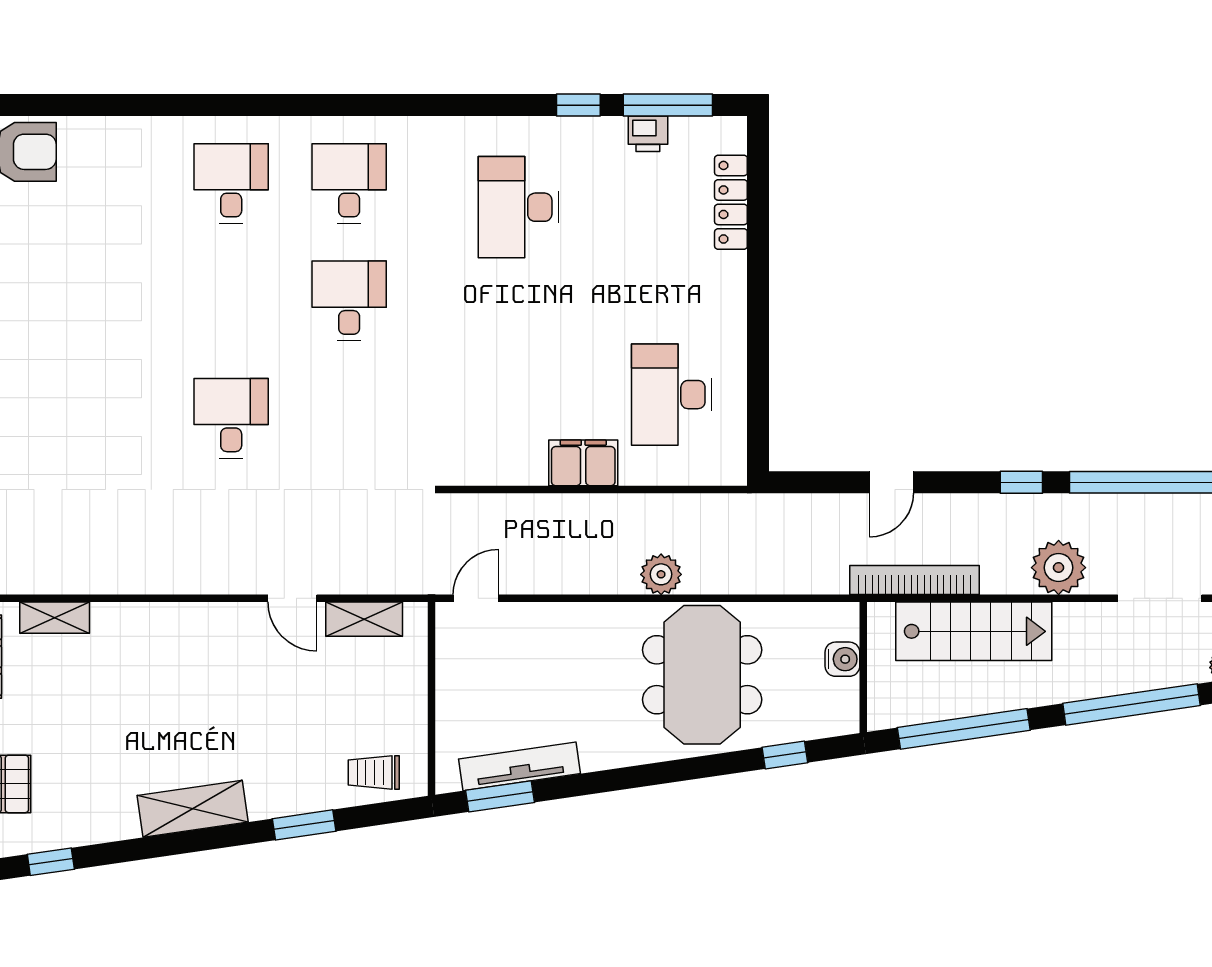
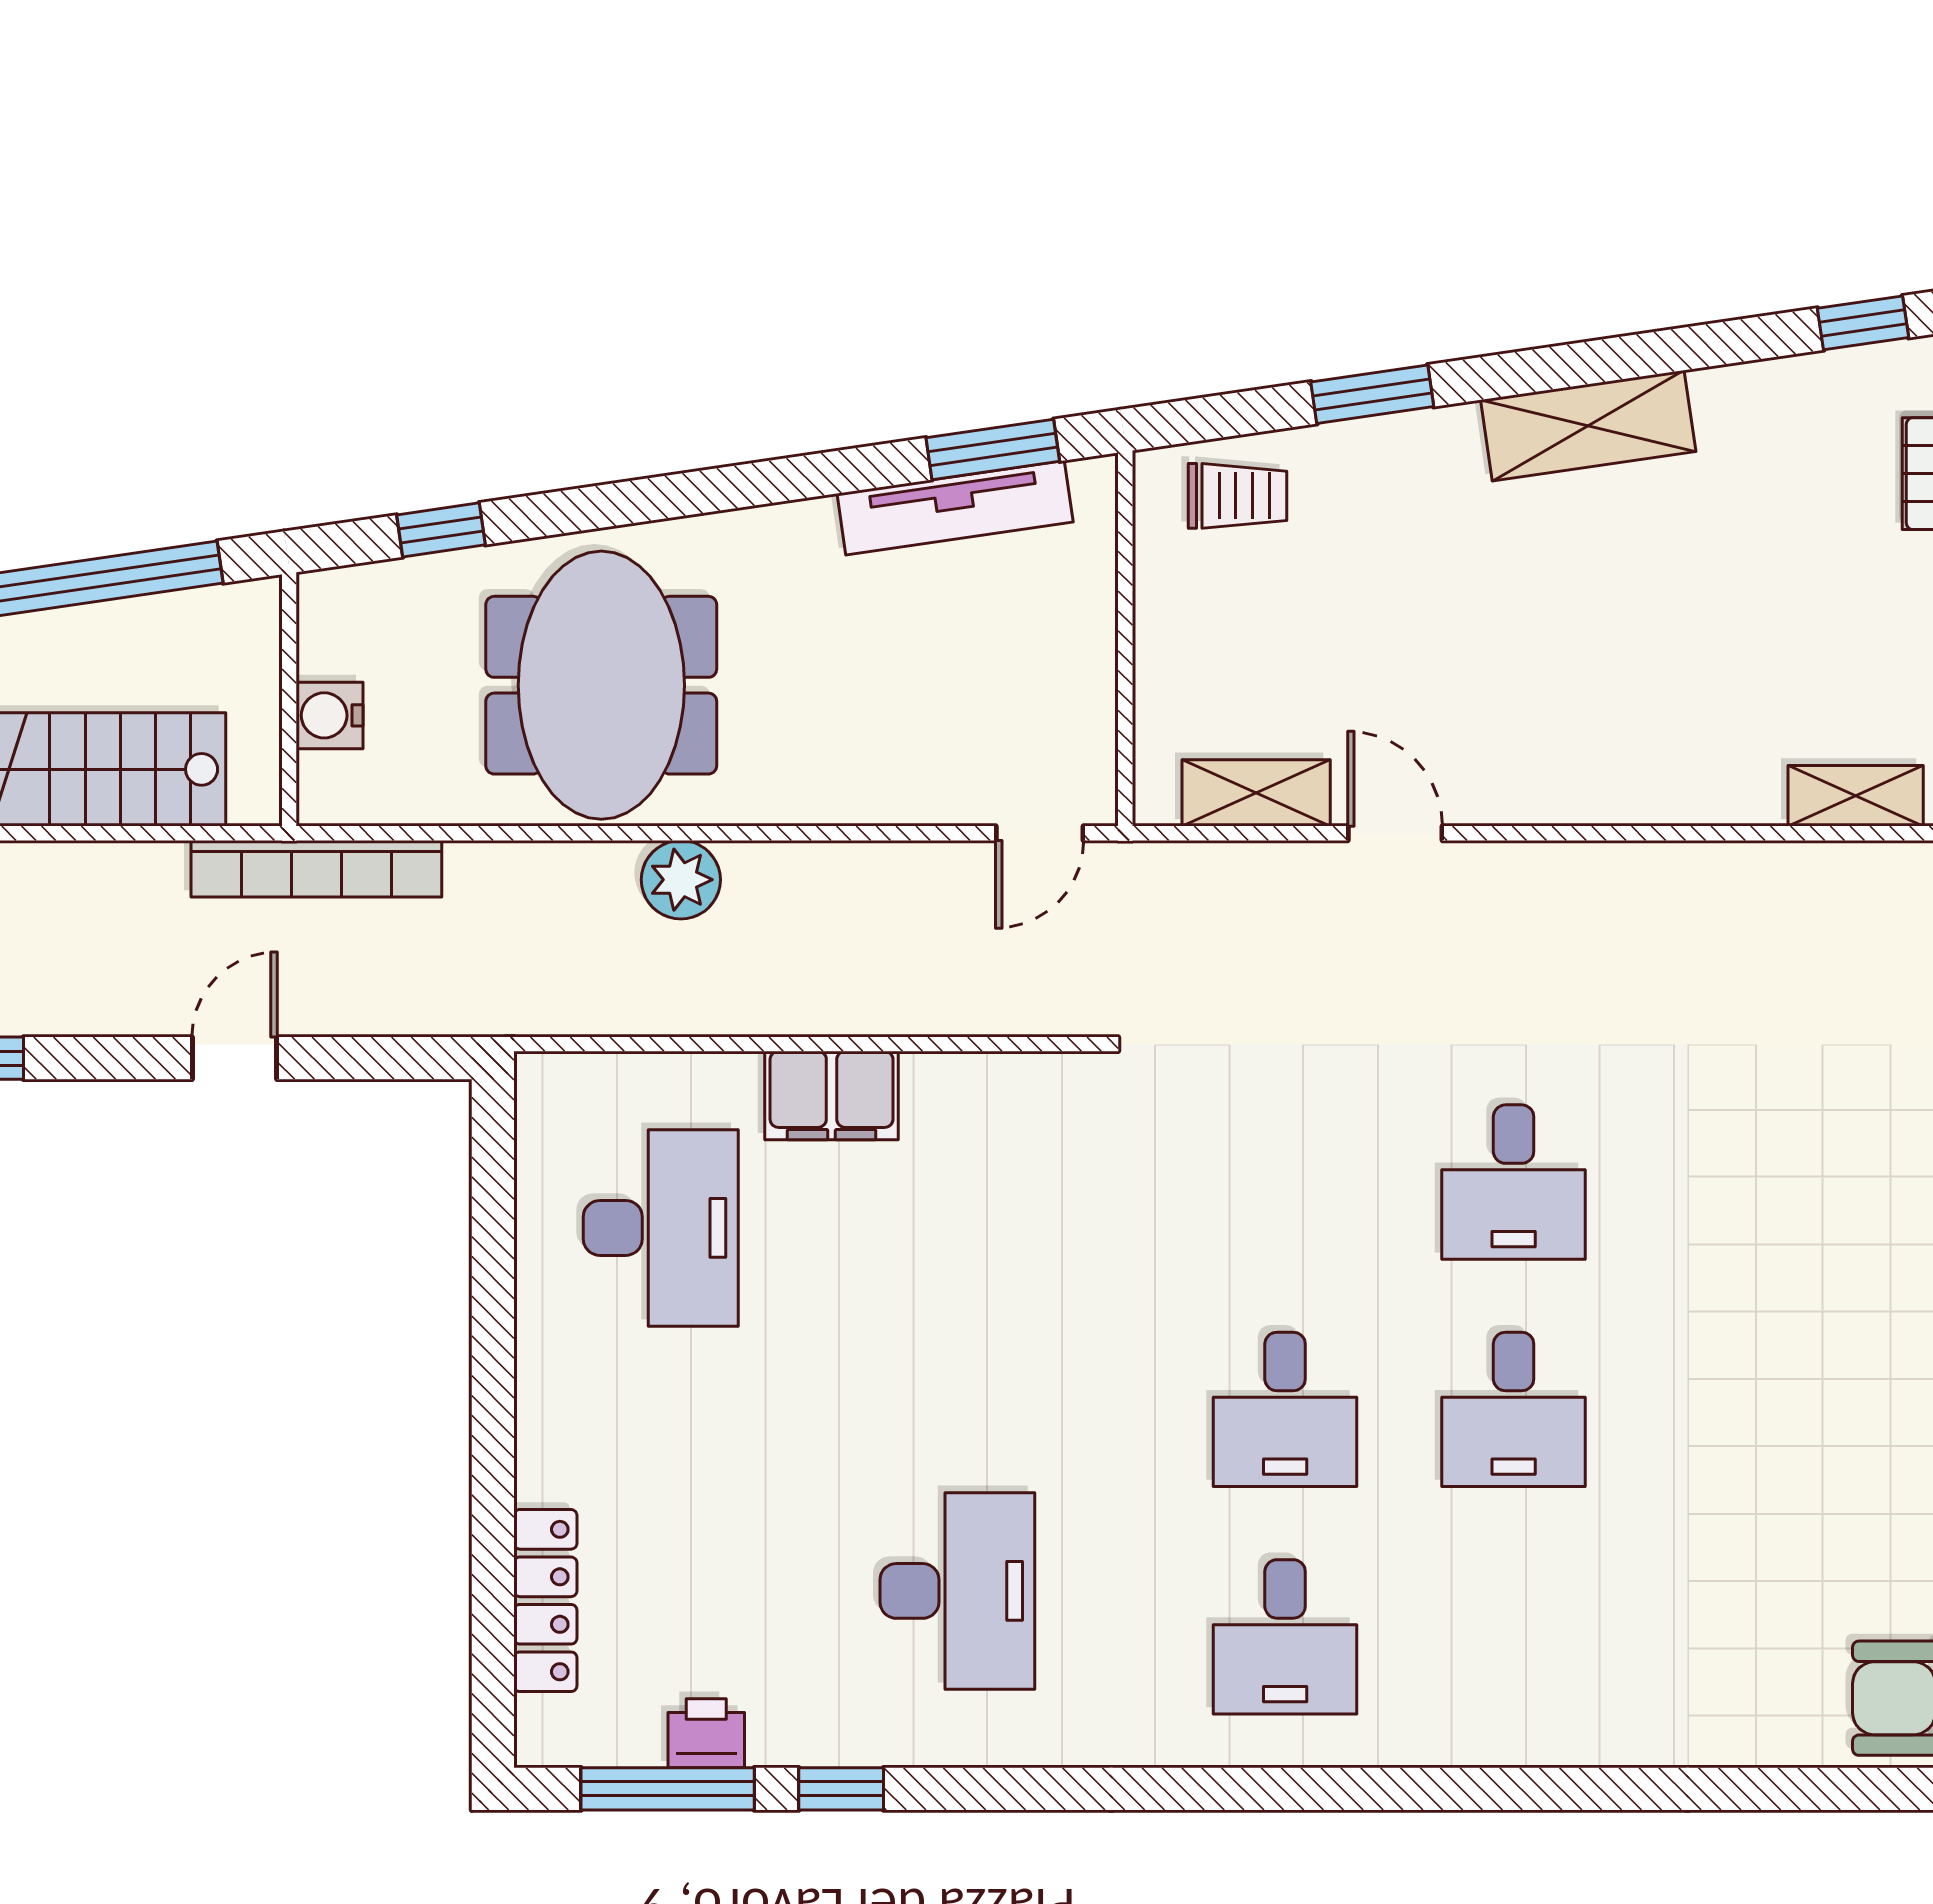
desk: (231, 183) -> (1514, 1409), moved
bookcase: (914, 580) -> (316, 869), moved

